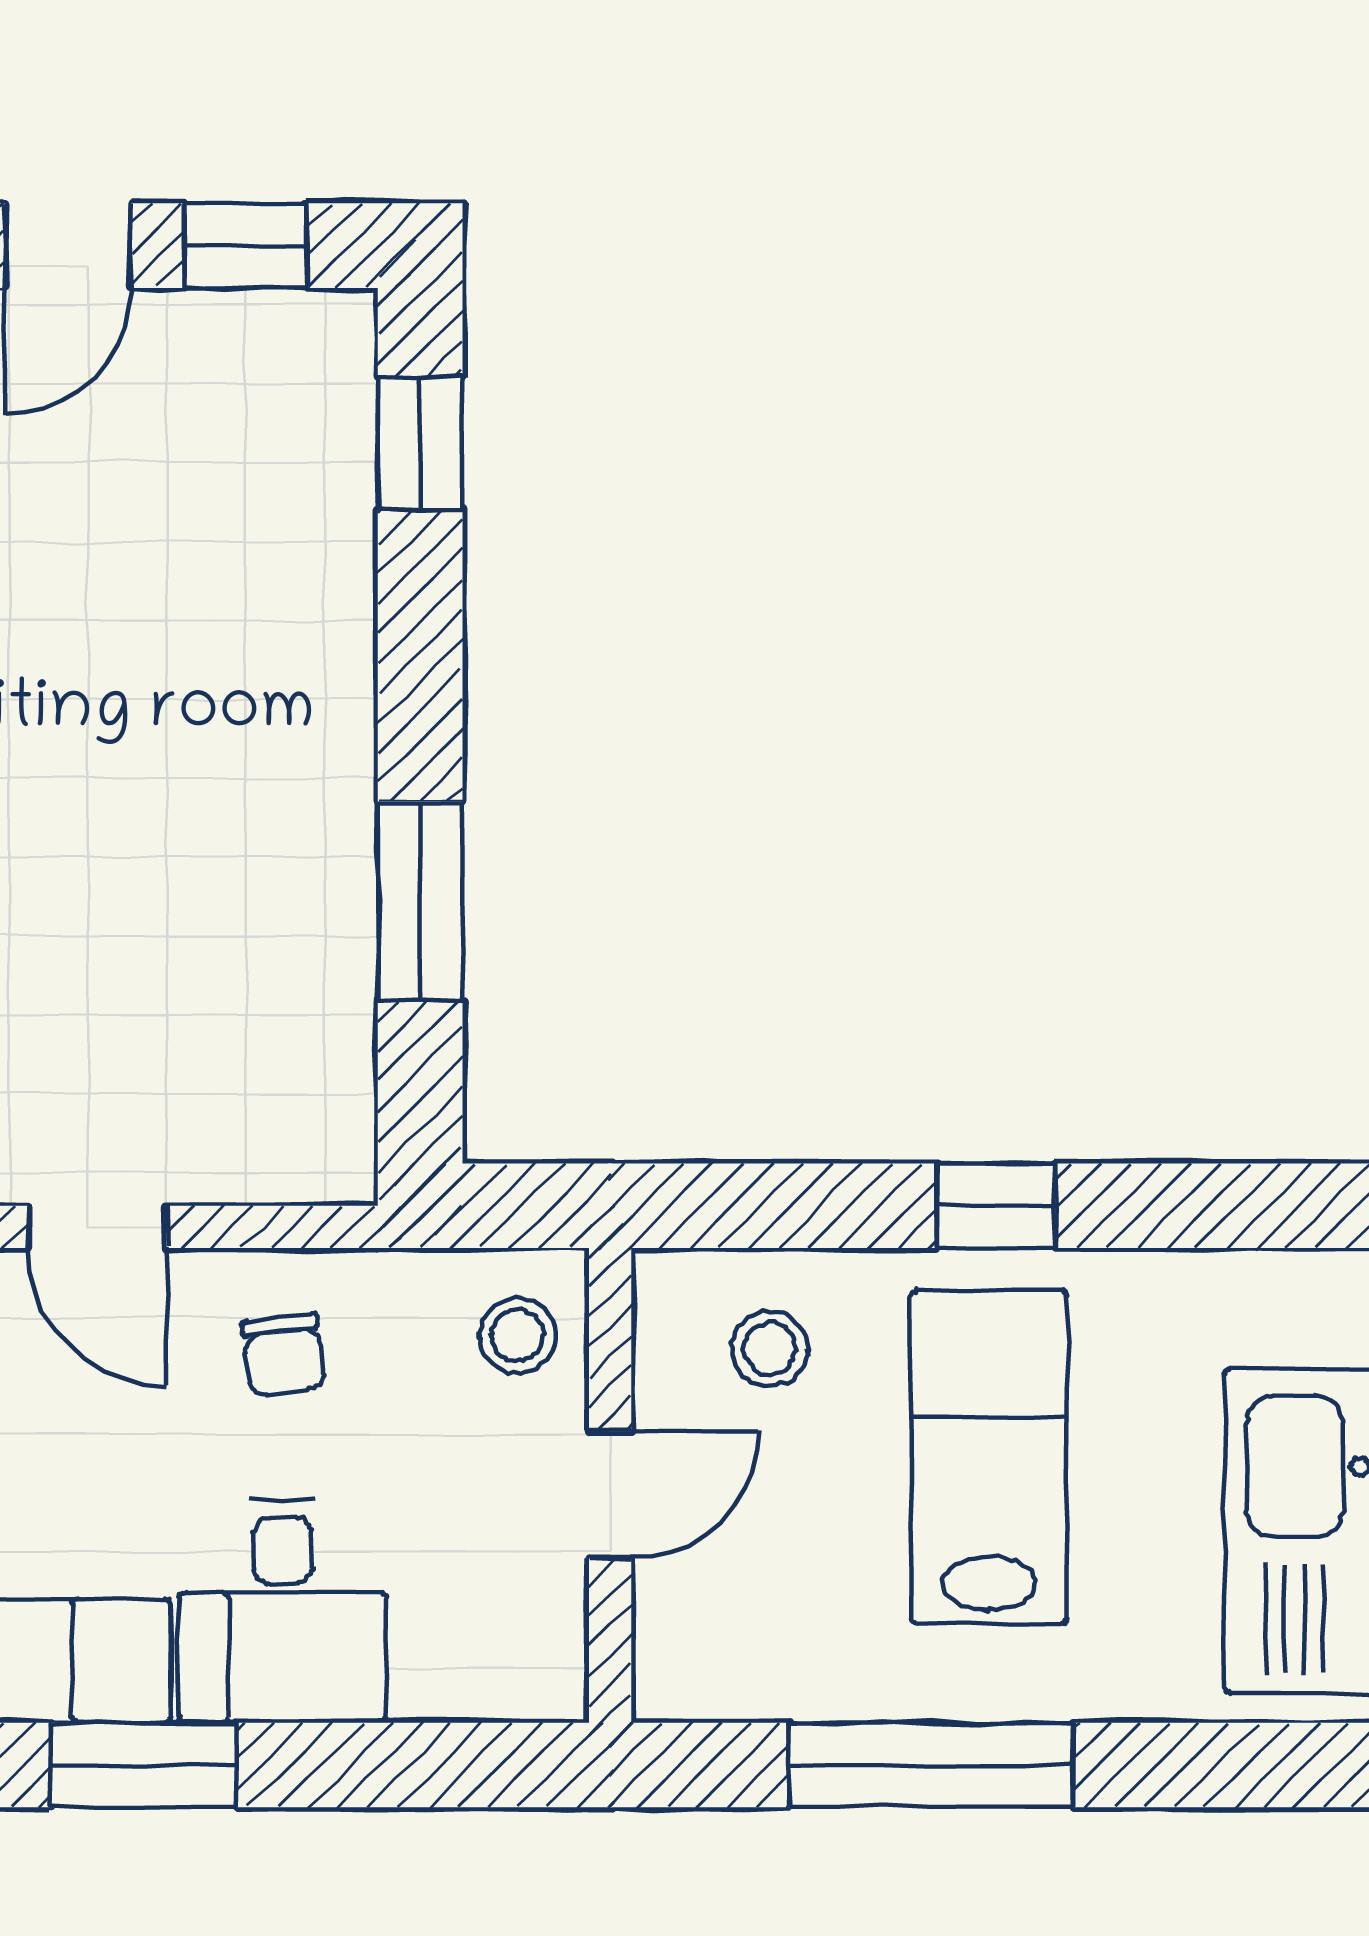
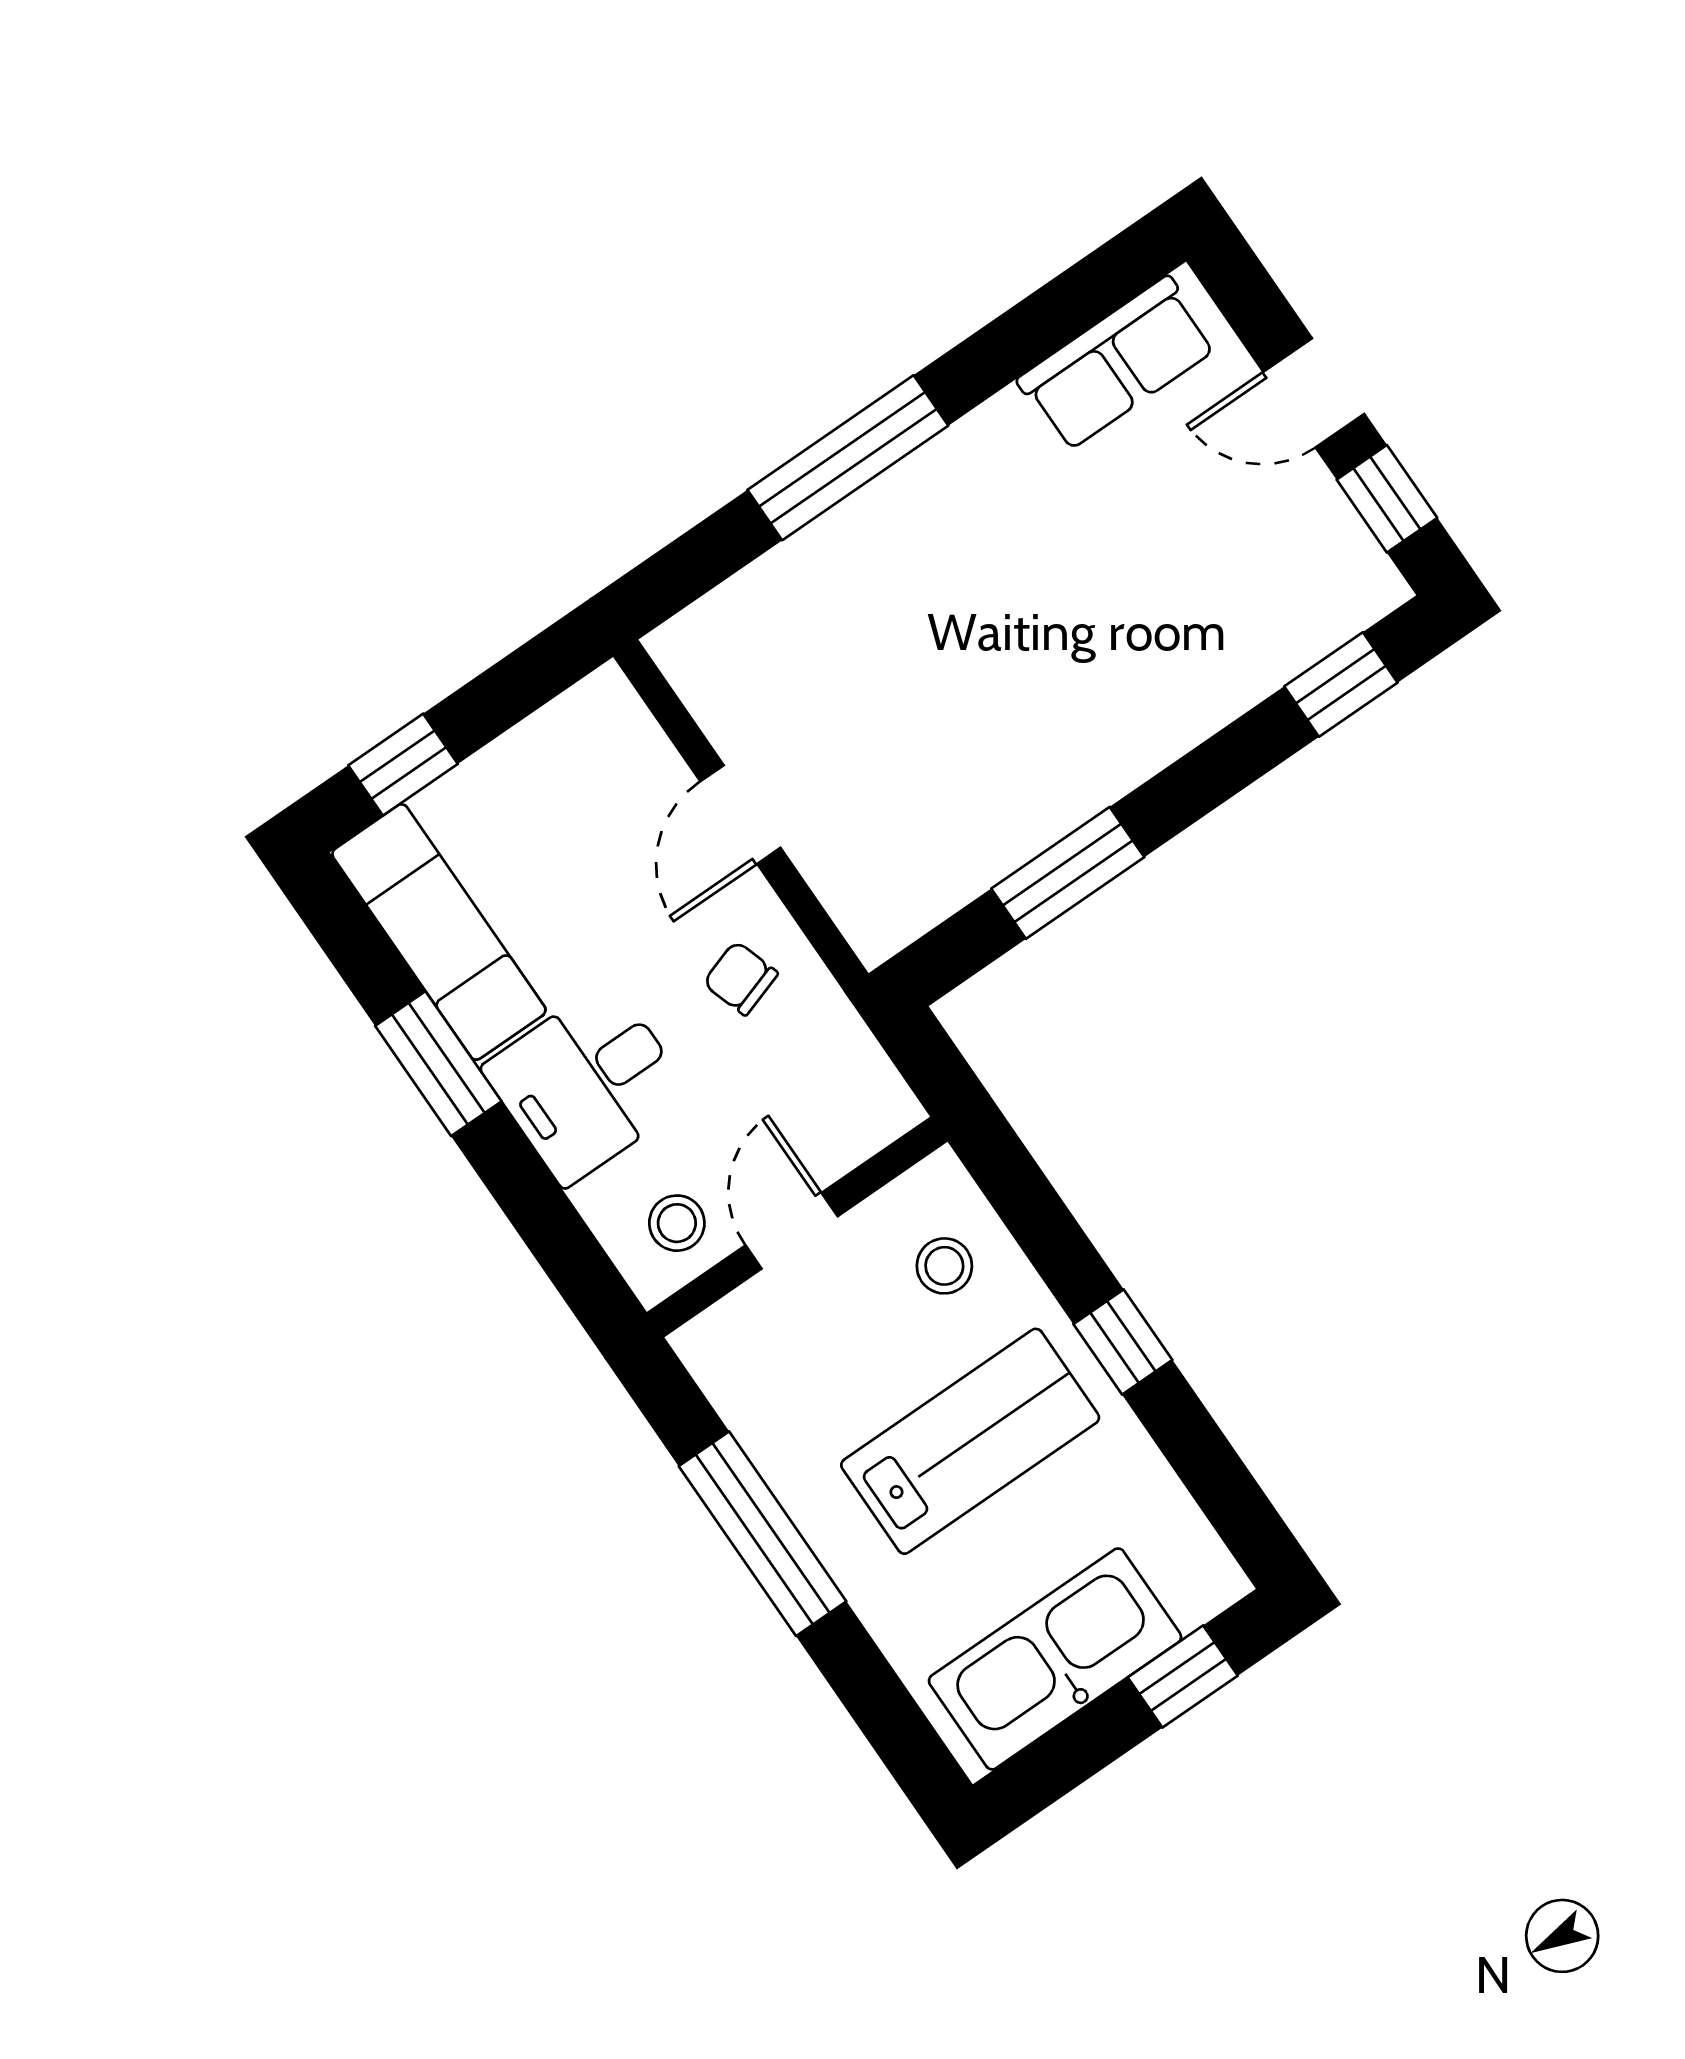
stool: (518, 1336) -> (677, 1223), moved
chair: (283, 1355) -> (741, 978), turned 79
door: (610, 1495) -> (792, 1231), swing flipped

